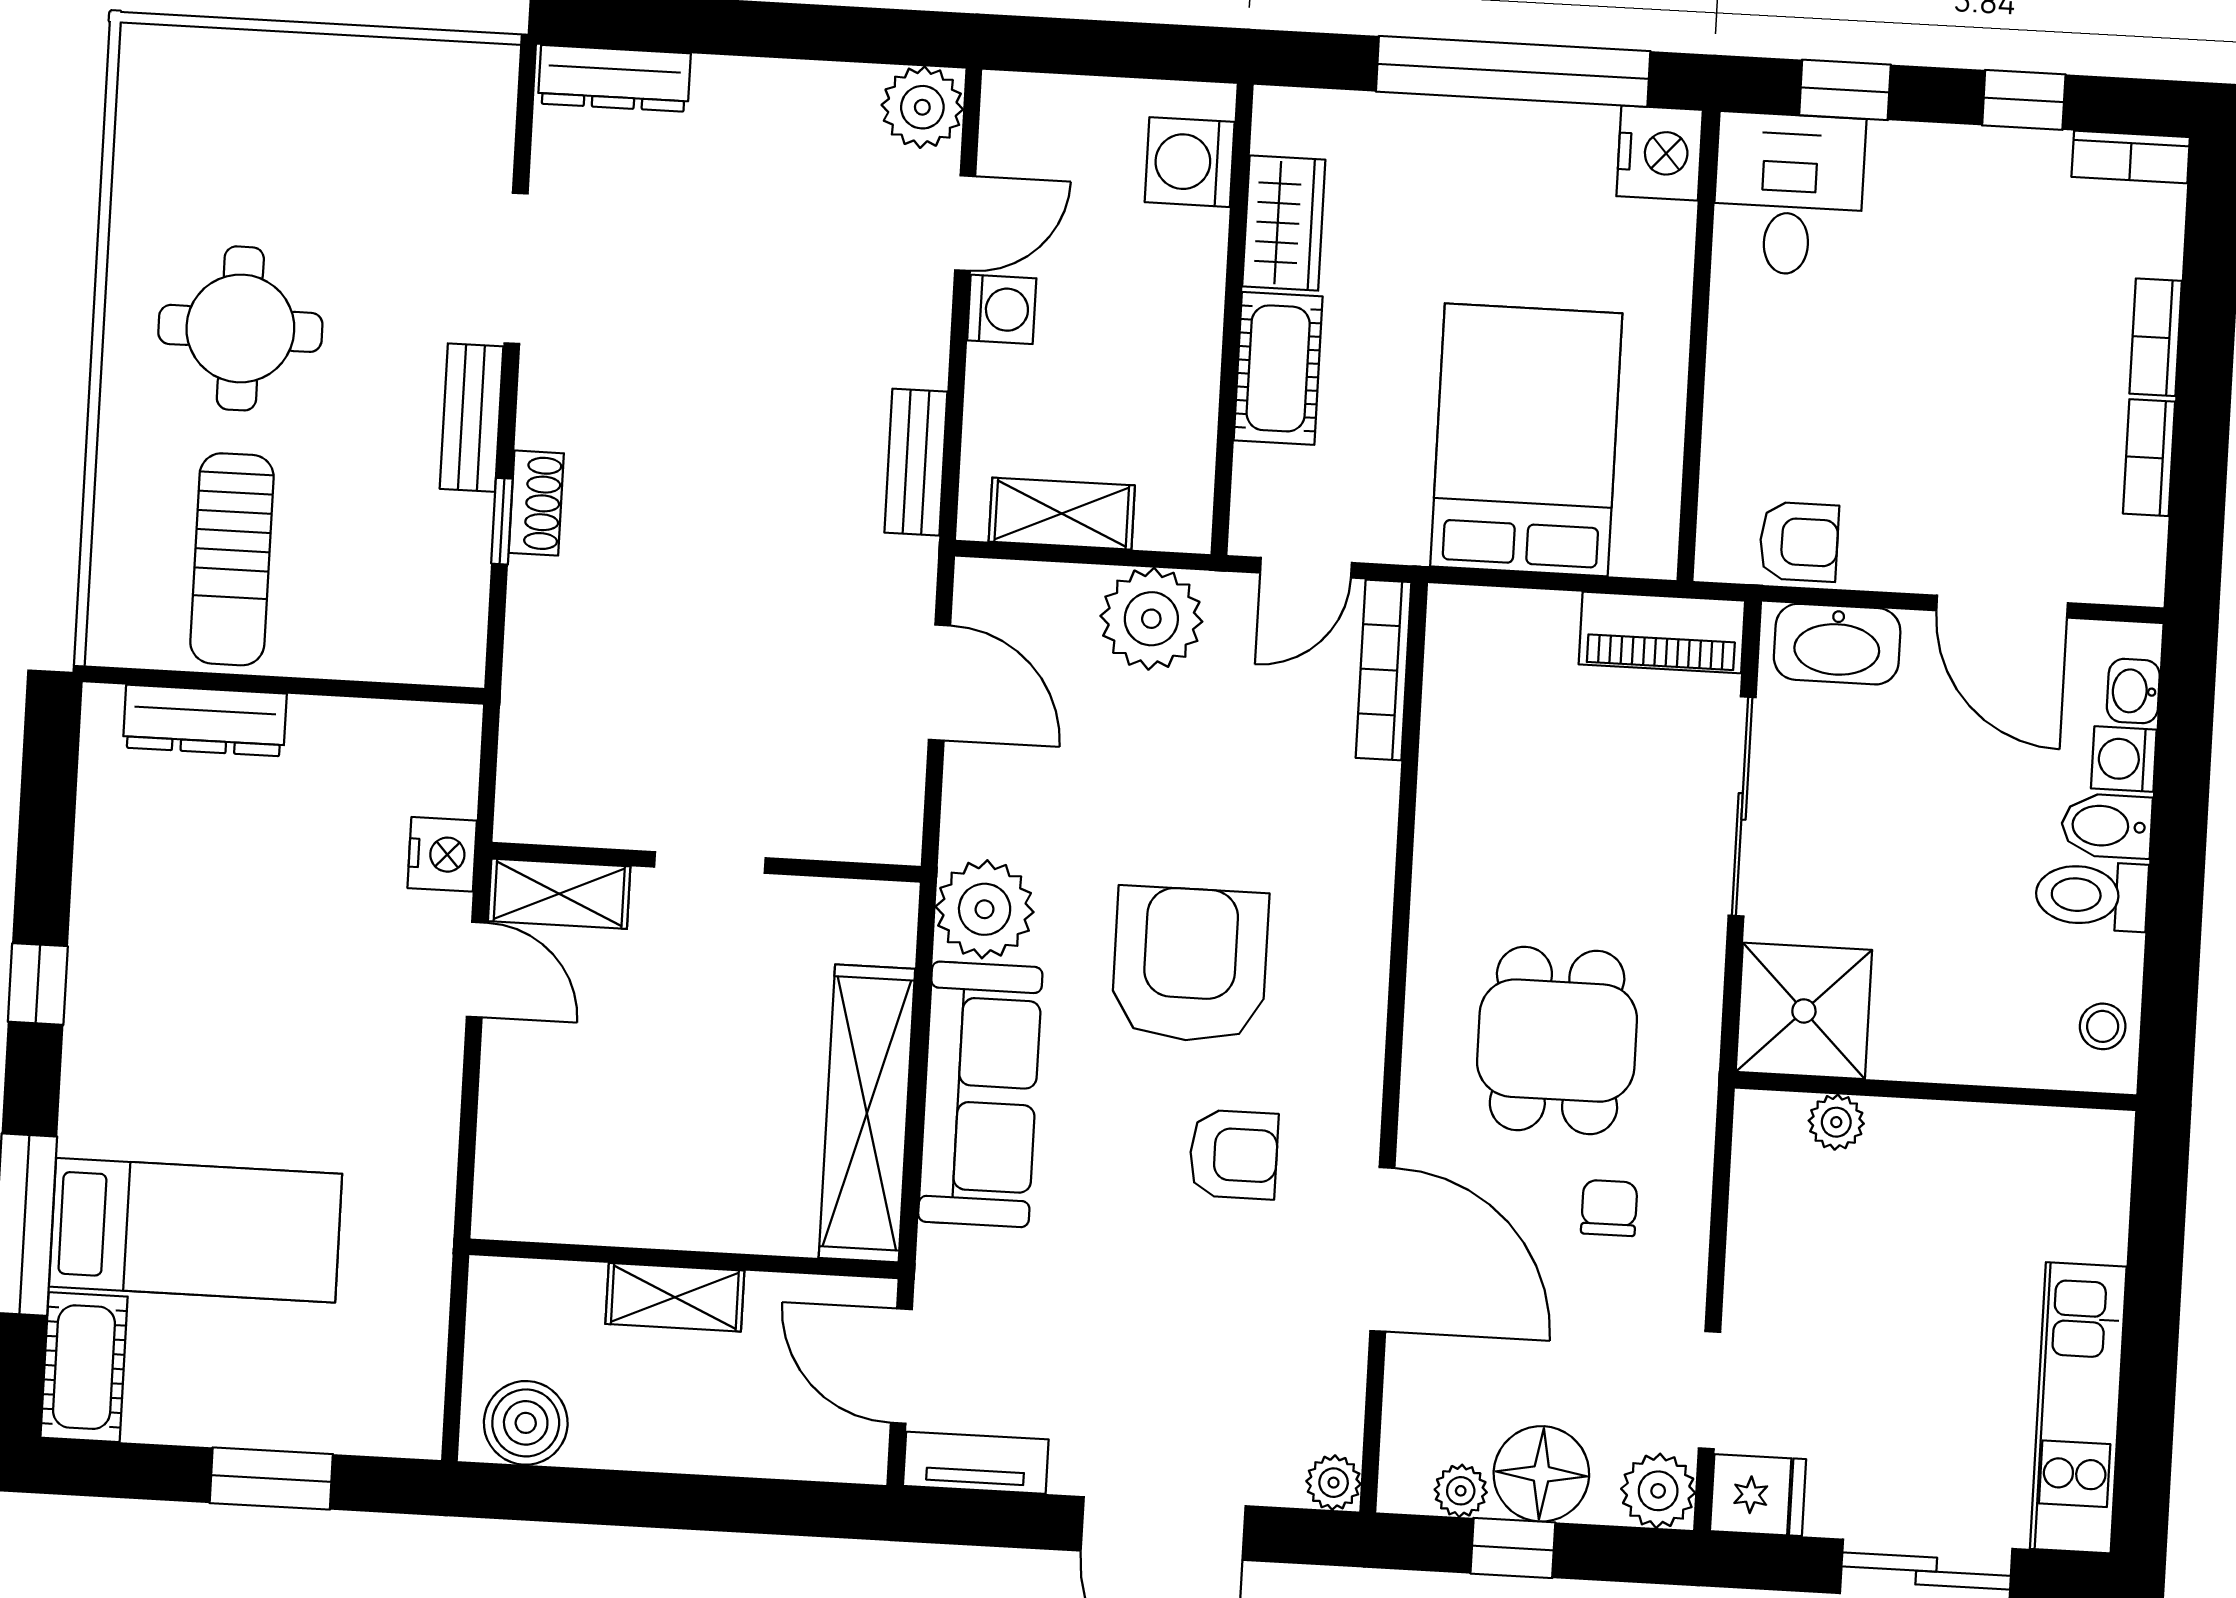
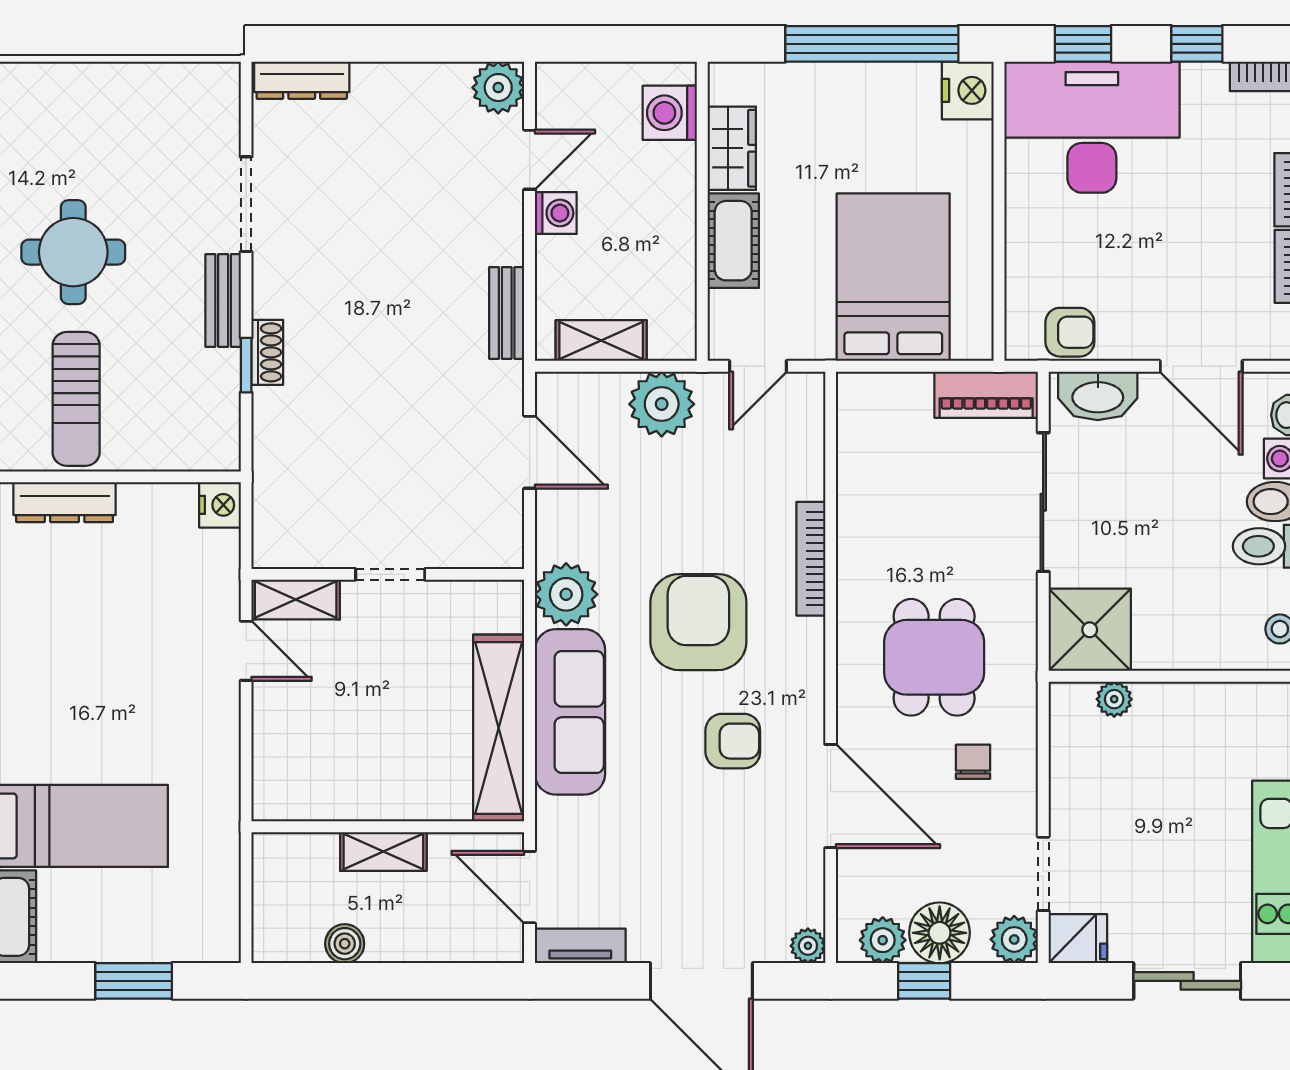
desk: (1789, 194) -> (1092, 127), width x1.87, depth x1.30
bookcase: (1383, 670) -> (811, 559), moved
nightstand: (442, 854) -> (220, 505), moved
boiler: (526, 1423) -> (345, 944), moved, width x0.73, depth x0.73
plant: (1461, 1491) -> (883, 940), width x1.38, depth x1.38

